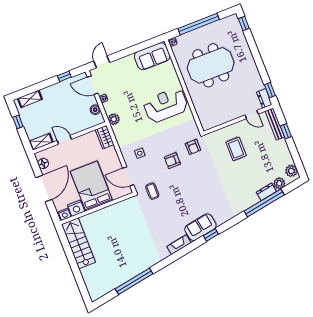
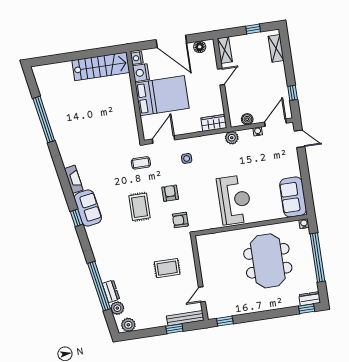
dresser: (264, 98) -> (310, 299), moved
rug: (190, 184) -> (140, 207), added

